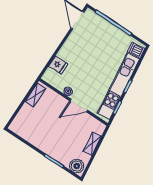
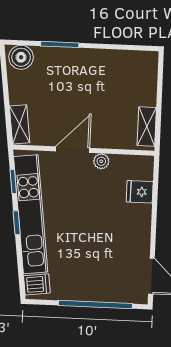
shelving: (92, 144) -> (20, 124), moved

